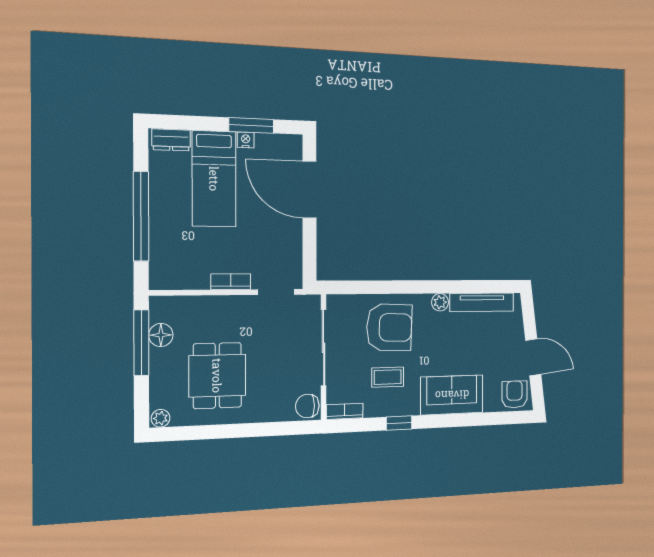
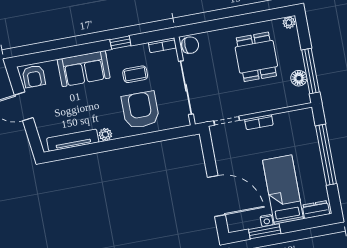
armchair: (389, 327) -> (140, 110), turned 88

